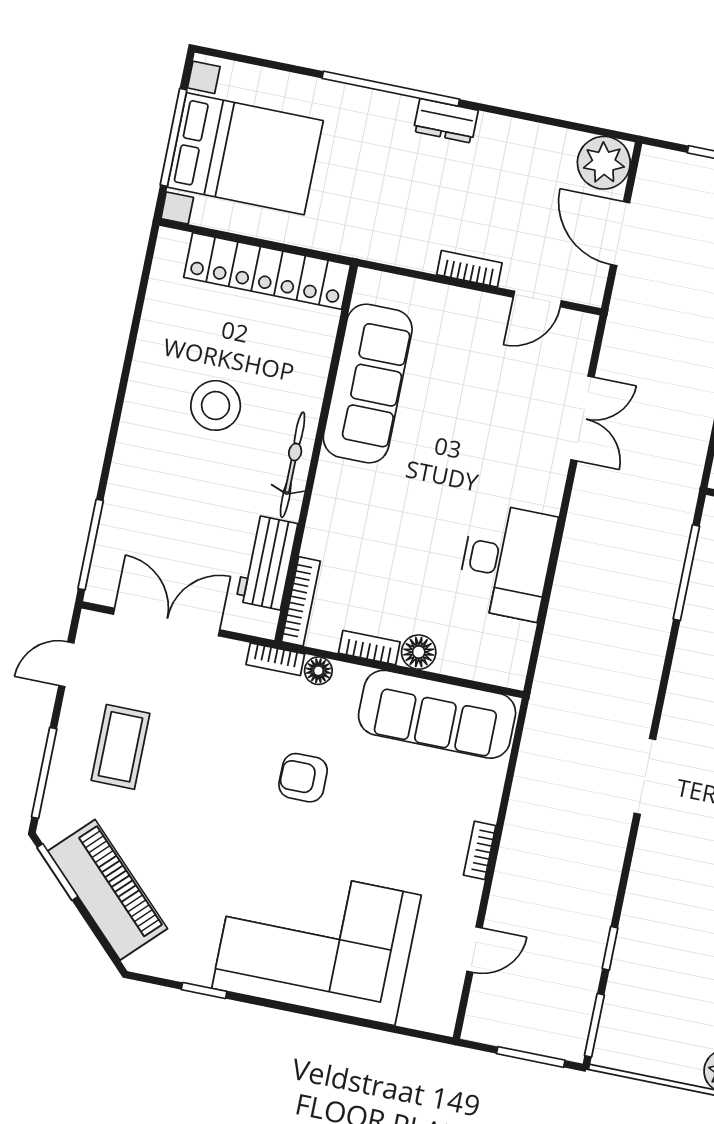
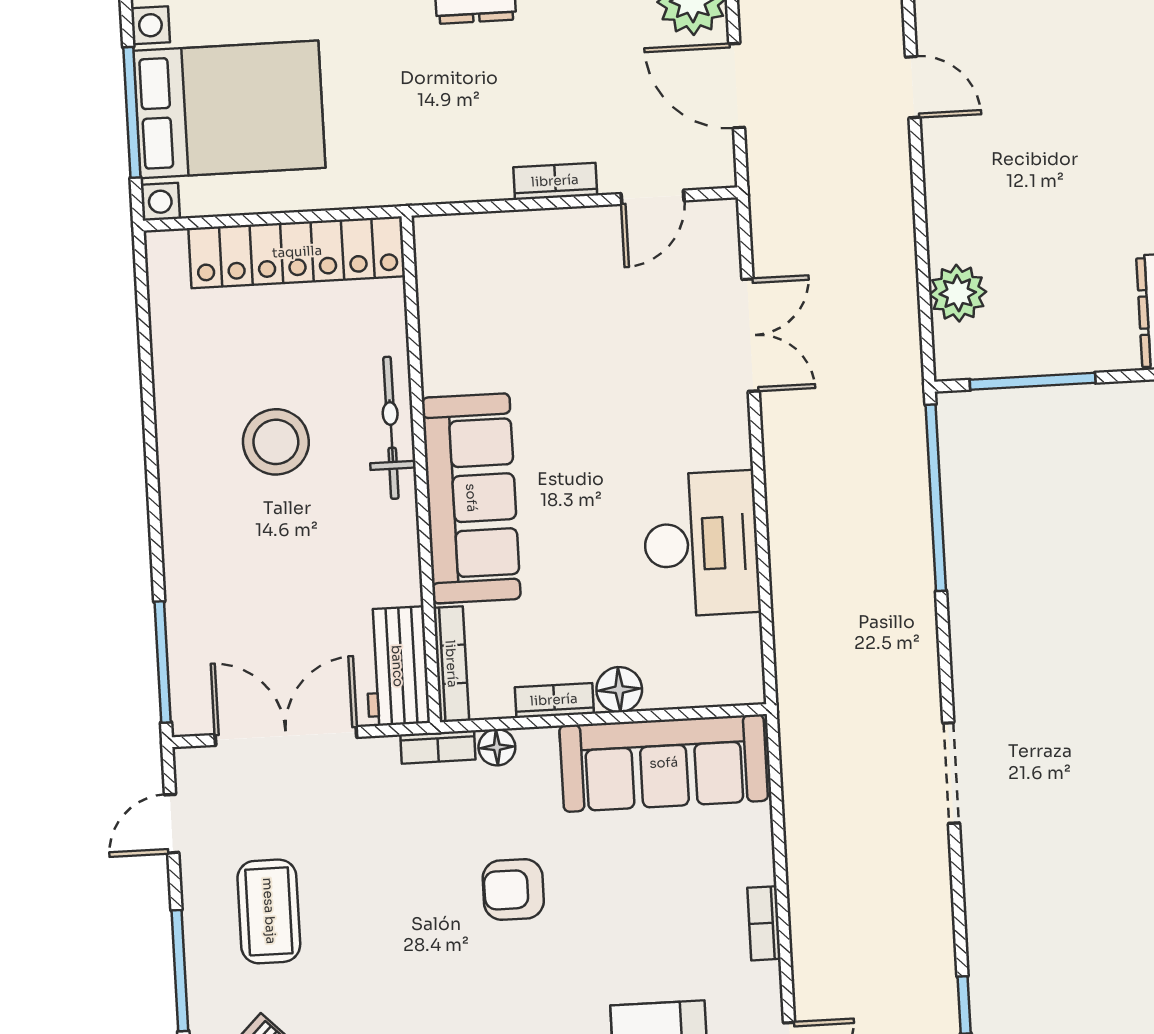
sofa: (368, 383) -> (471, 498), moved
bicycle: (293, 465) -> (391, 428), moved
workbench: (267, 562) -> (397, 666), moved
window: (686, 573) -> (936, 498), width x1.46

